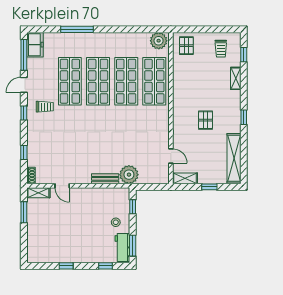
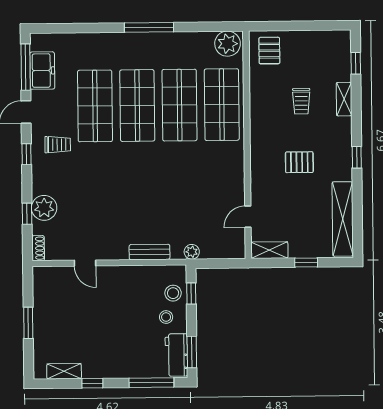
window: (77, 29) -> (149, 27), moved
freezer: (35, 45) -> (42, 71), moved
trolley: (221, 49) -> (301, 101), moved
pallet: (206, 120) -> (299, 162), turned 90
plant: (35, 149) -> (44, 208), added
door: (171, 156) -> (248, 217), swing flipped
plant: (129, 175) -> (192, 252), width x0.53, depth x0.53
shelving: (38, 193) -> (64, 371), moved
stool: (121, 206) -> (173, 293), added
window: (24, 212) -> (28, 323), moved
window: (106, 266) -> (151, 383), width x2.17

